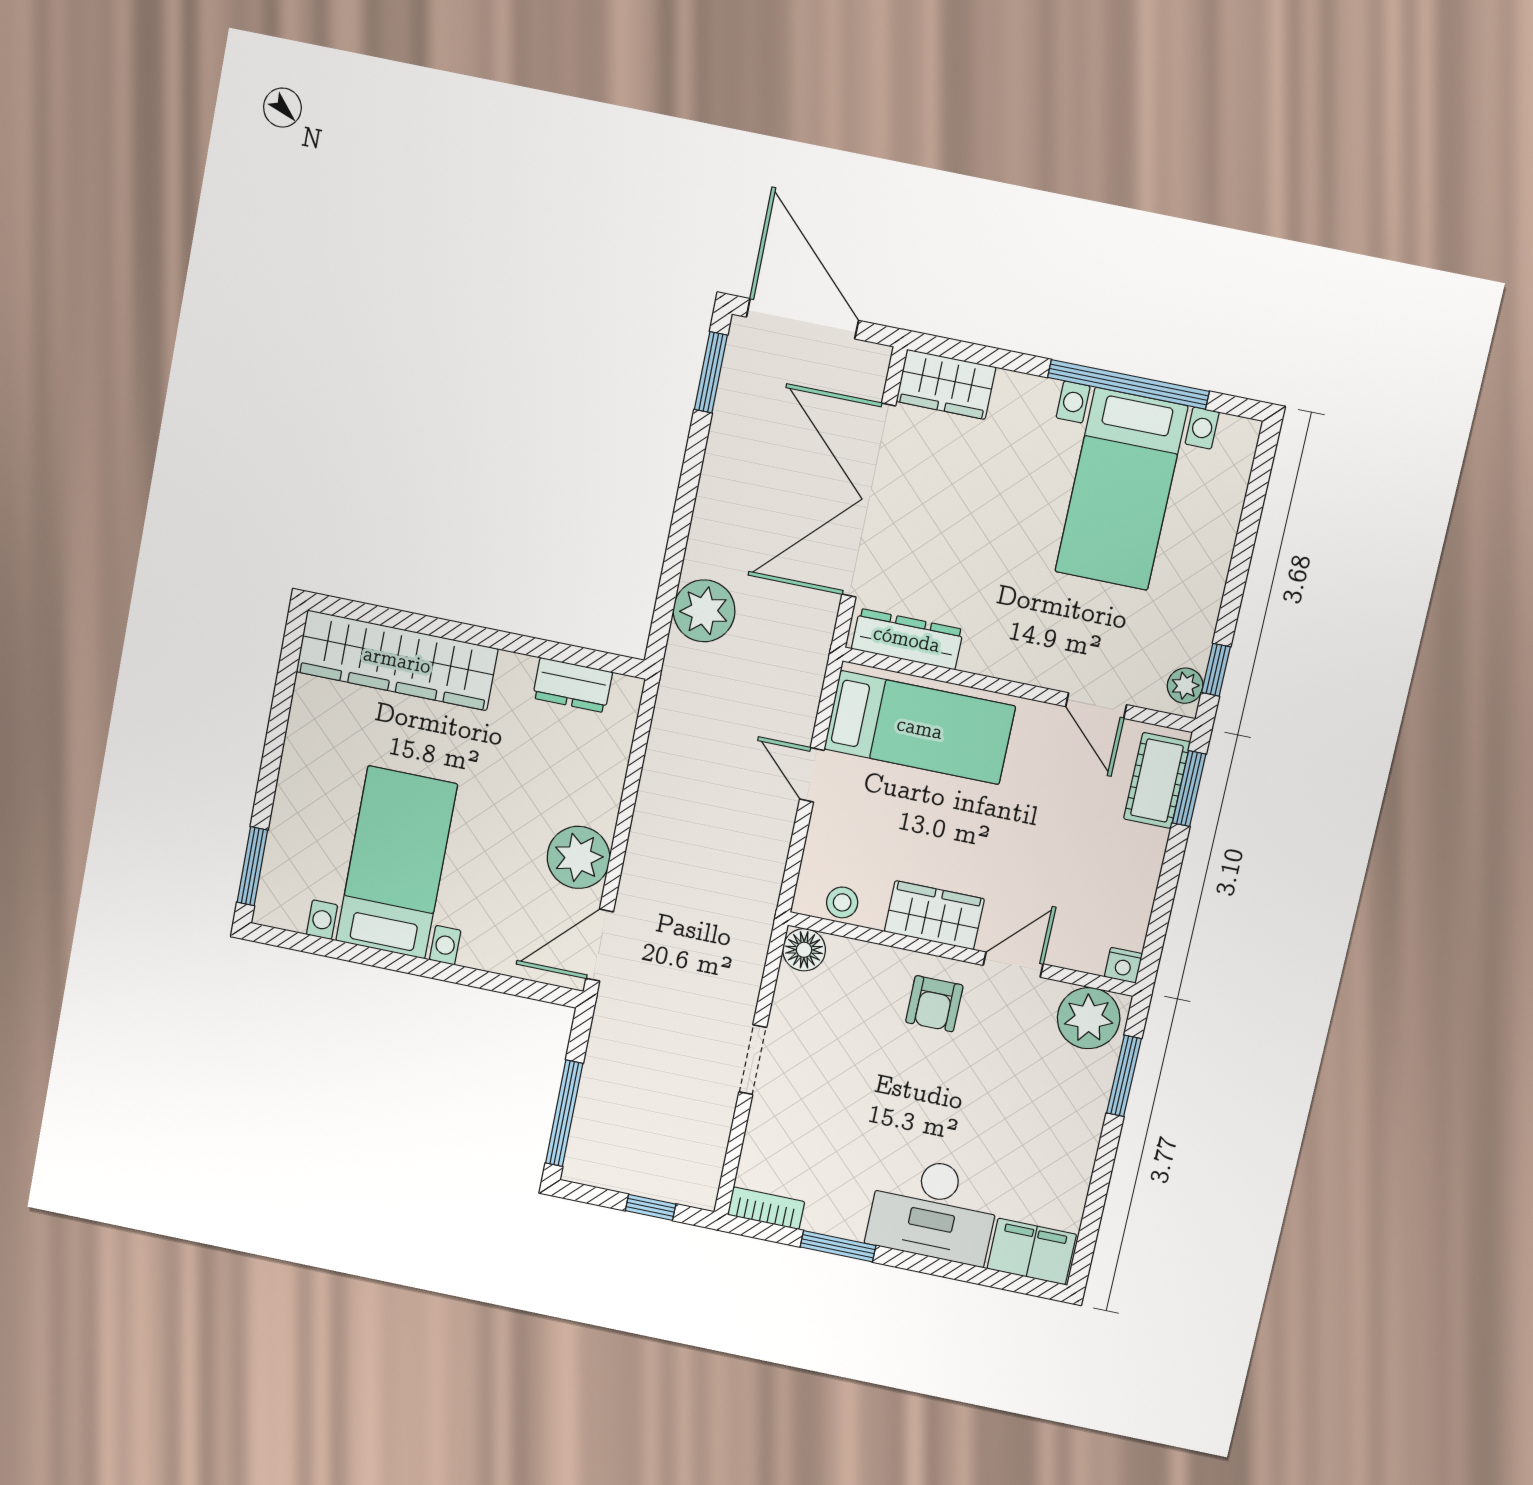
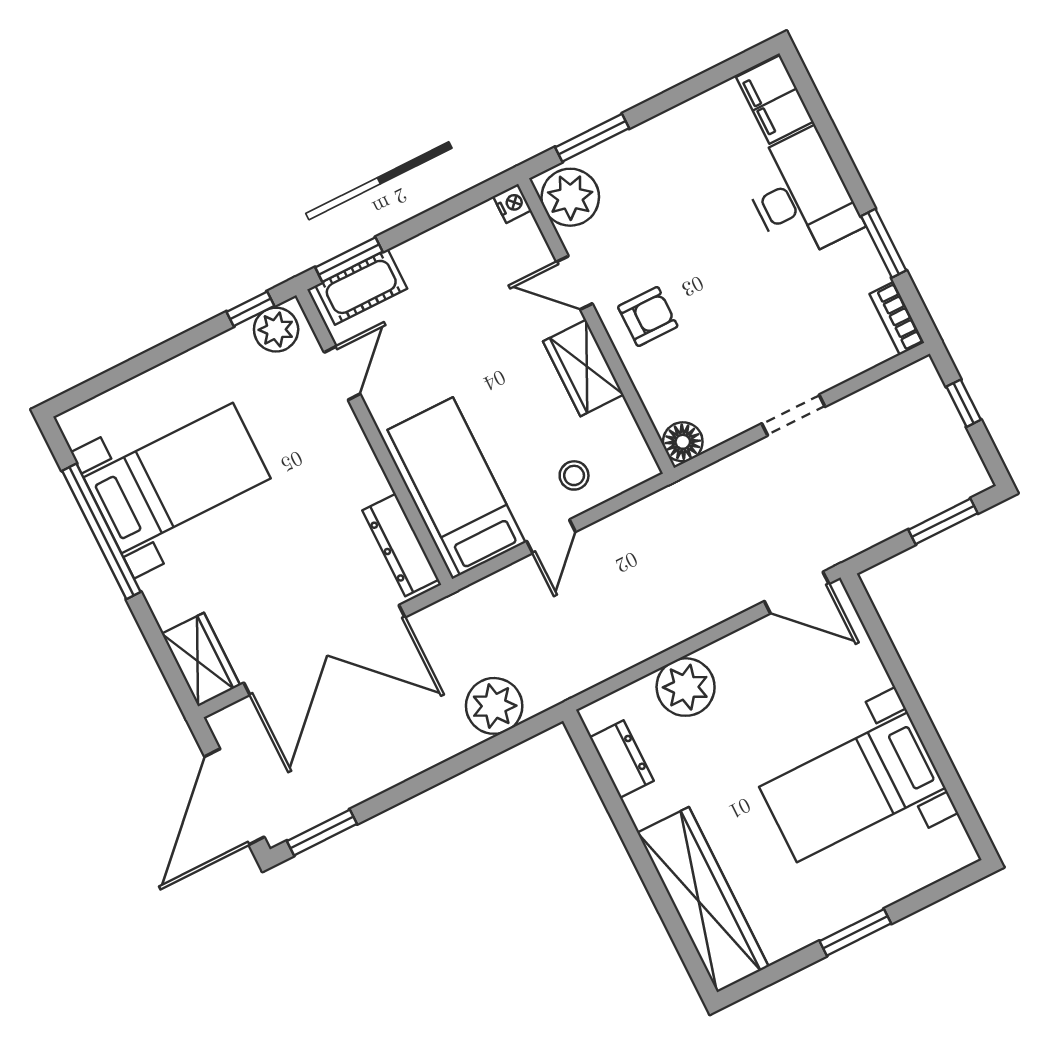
plant: (1185, 686) -> (276, 330), width x1.38, depth x1.38
plant: (578, 857) -> (686, 687), moved
window: (252, 866) -> (855, 932), moved
stool: (842, 902) -> (574, 475), moved
window: (564, 1113) -> (943, 521), width x0.69

